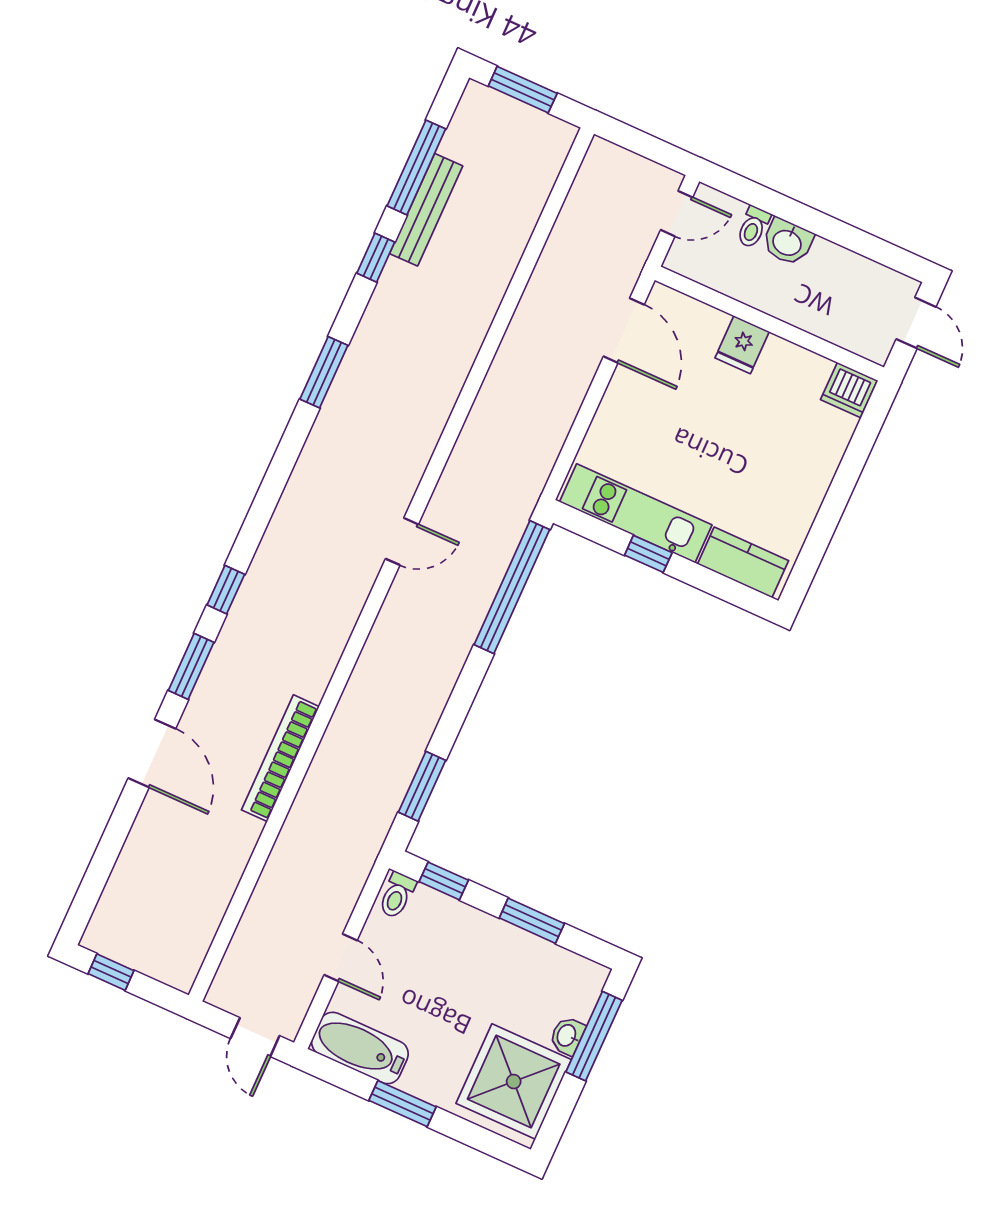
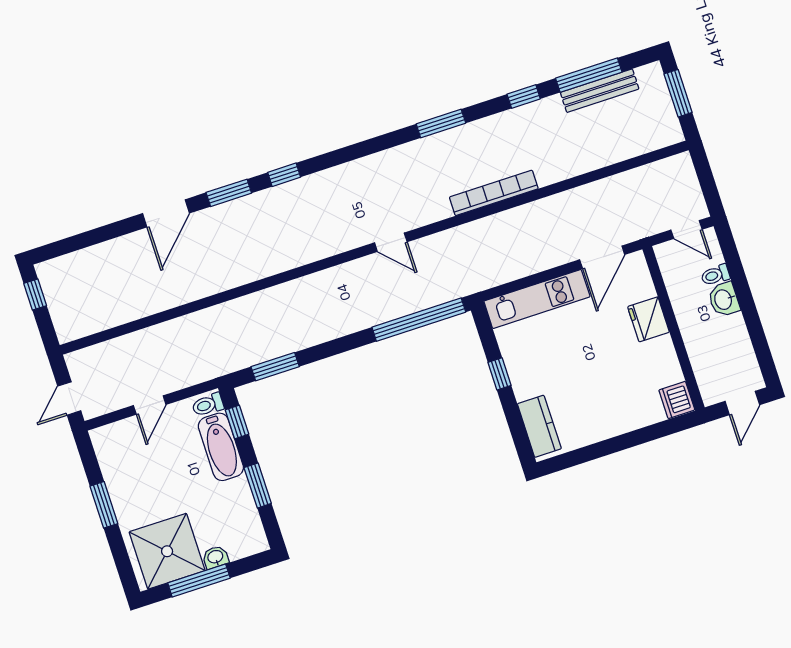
bench: (426, 210) -> (600, 91), moved
fridge: (742, 345) -> (648, 319), width x1.38
kitchen unit: (636, 513) -> (537, 299), moved, turned 90
bookcase: (280, 758) -> (494, 193), moved
window: (594, 1036) -> (199, 581), moved
bathtub: (360, 1048) -> (221, 447), moved, turned 180

